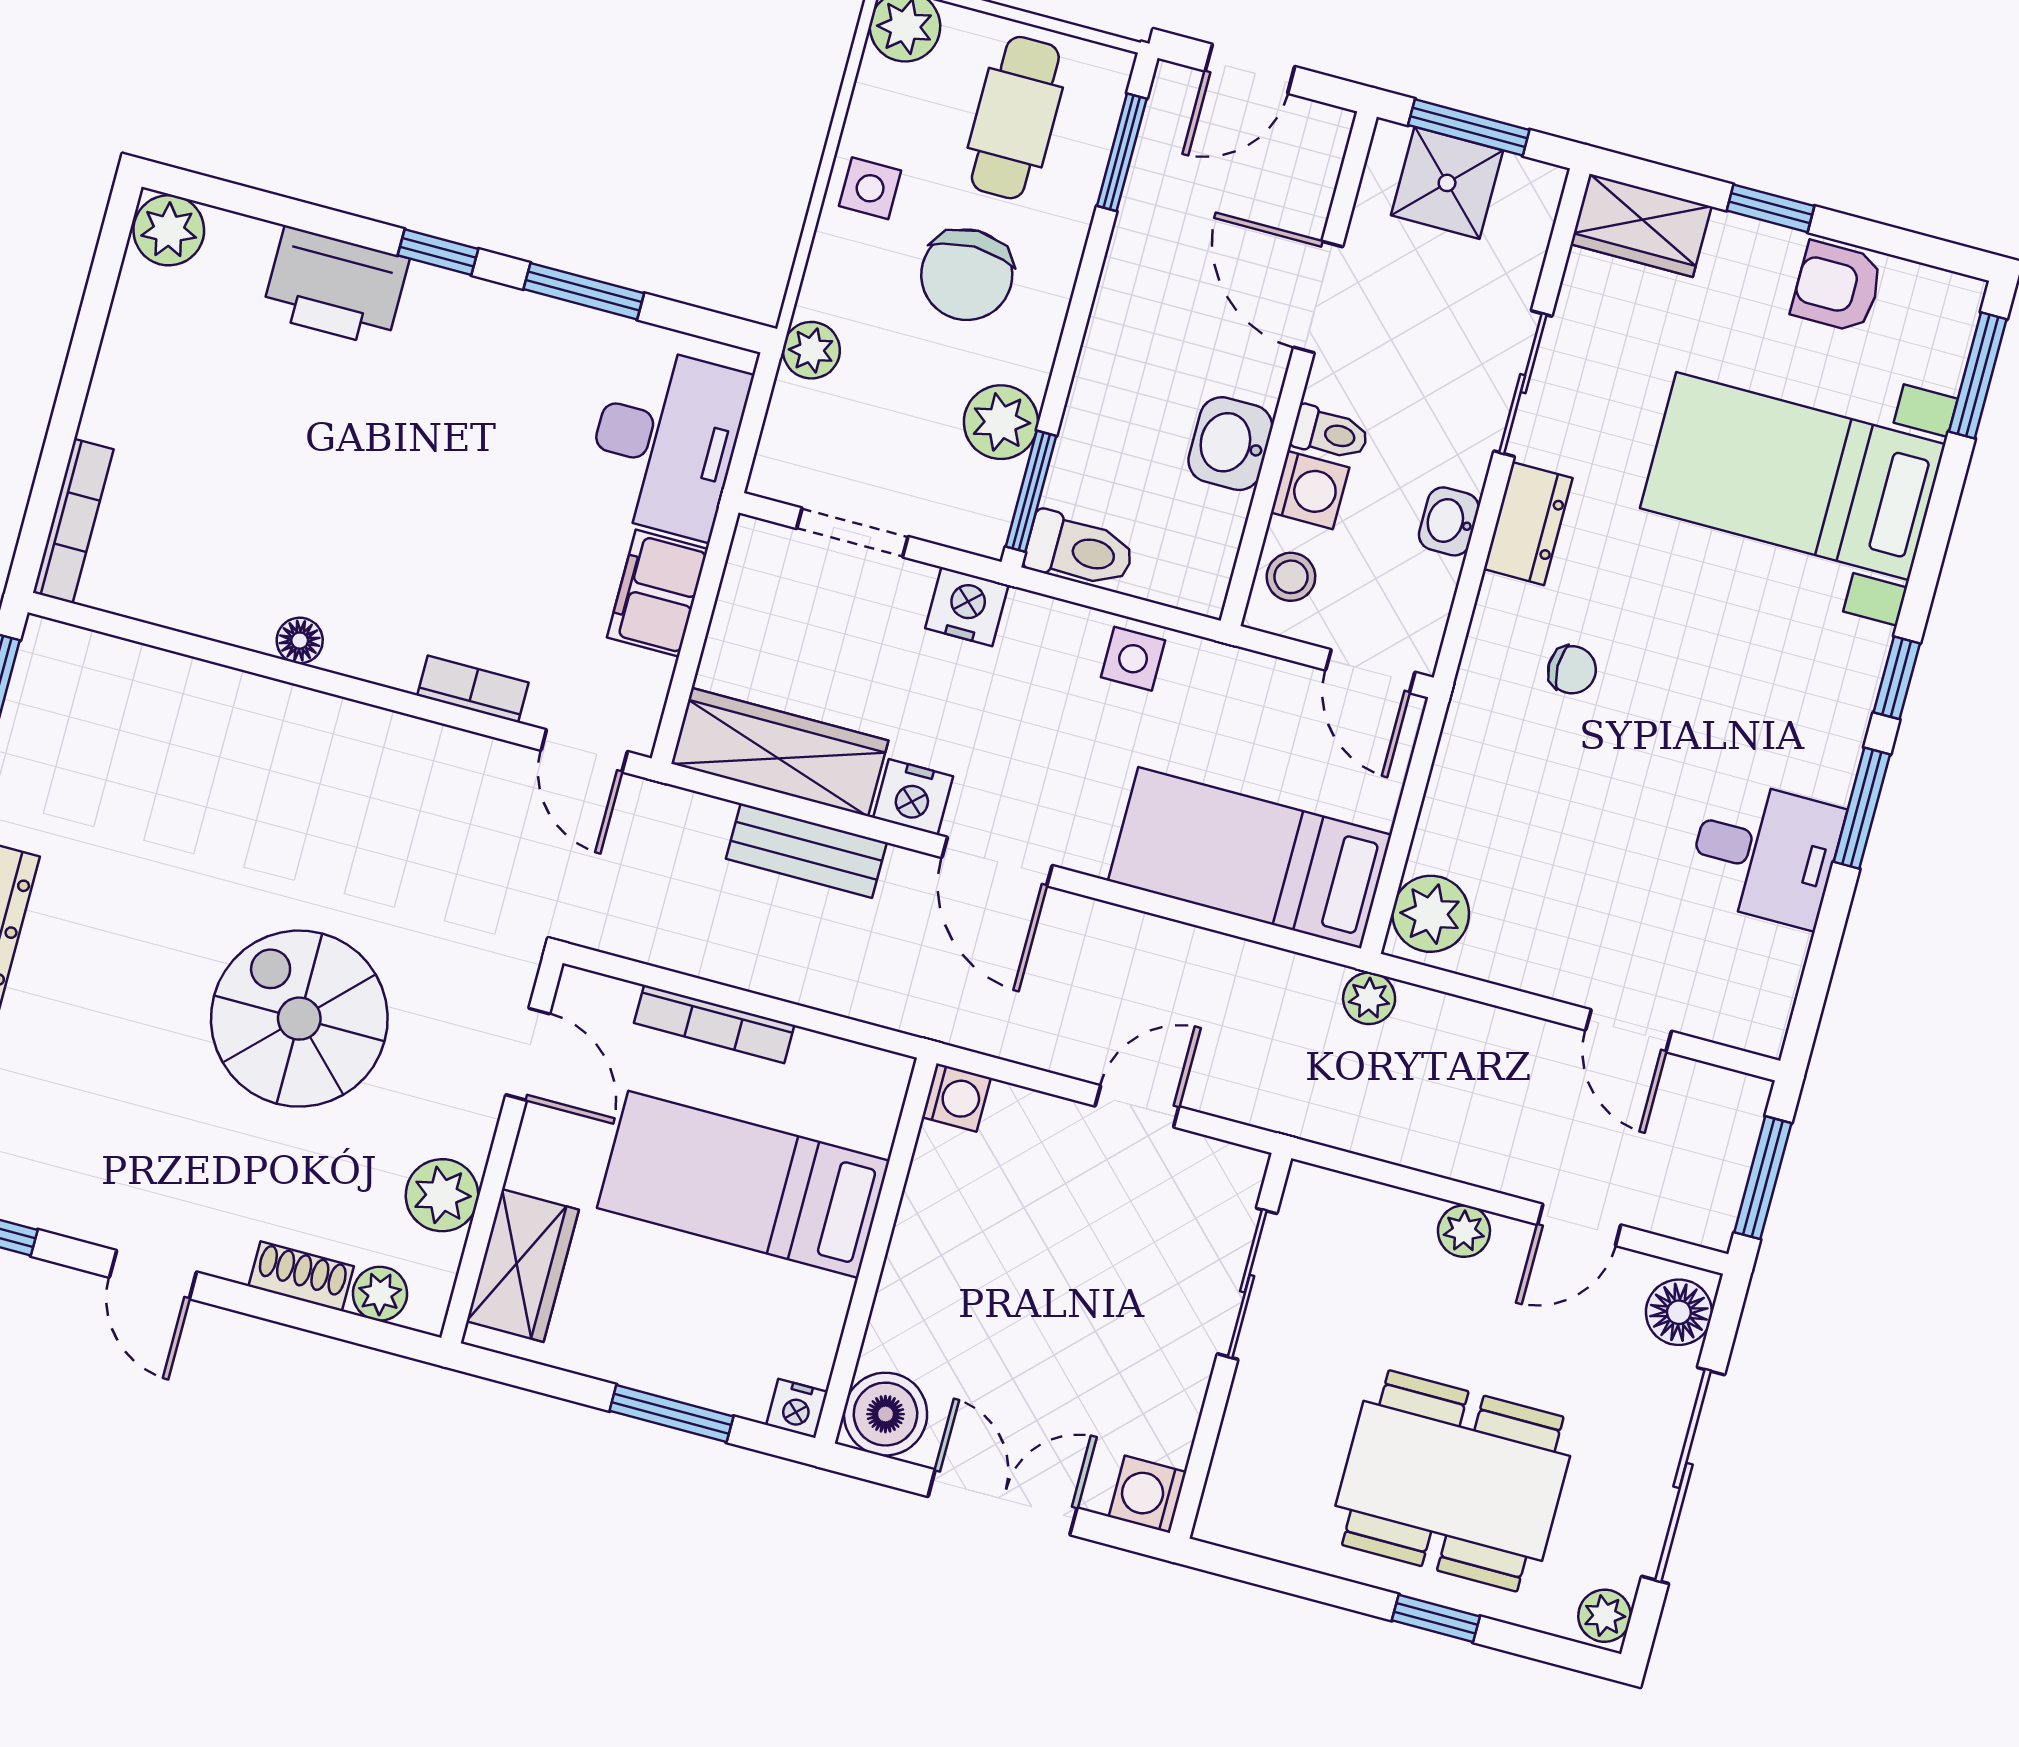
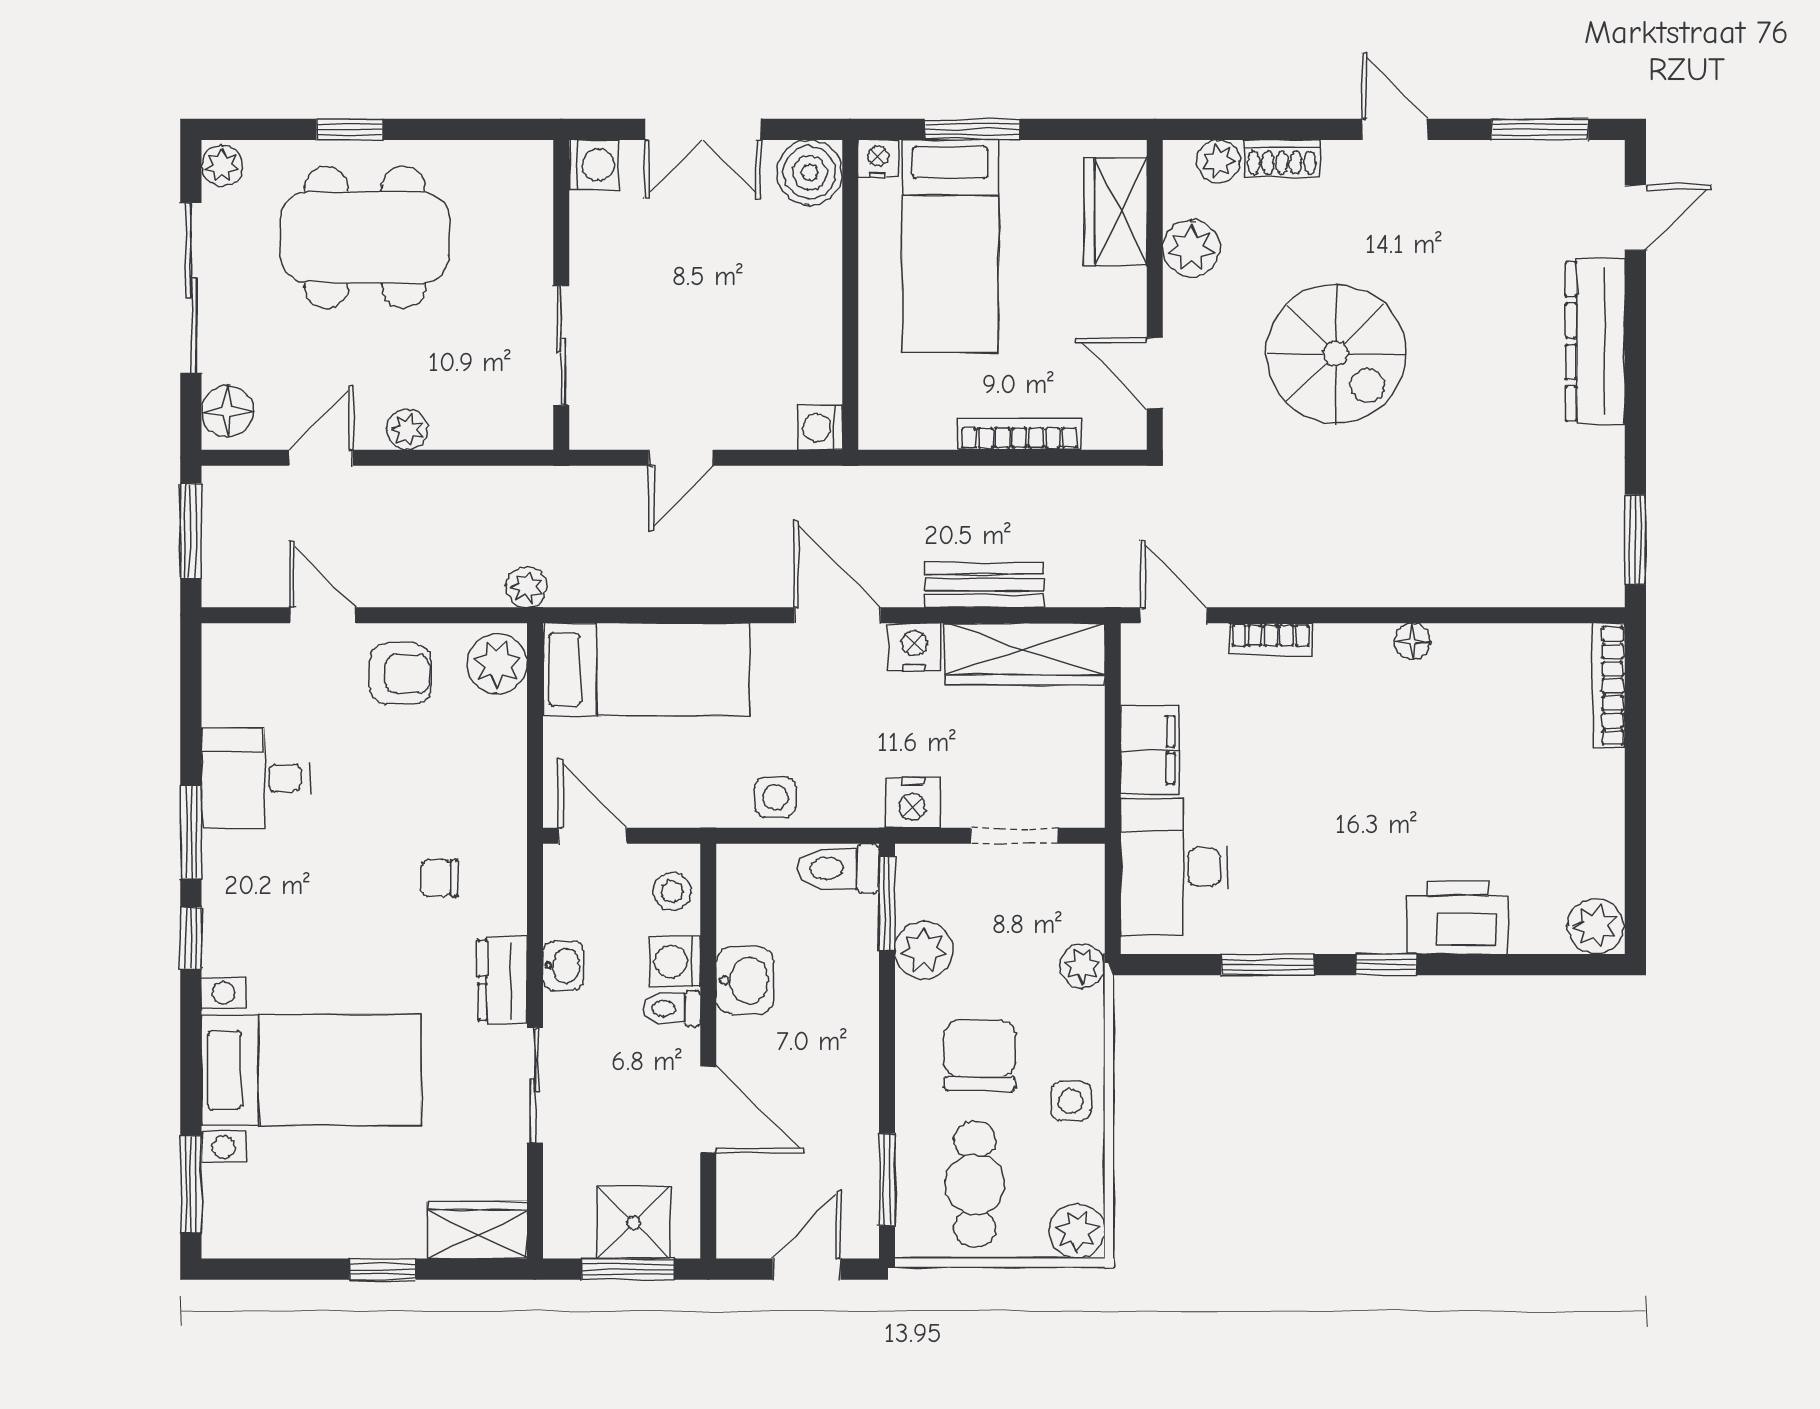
armchair: (1837, 287) -> (400, 674), moved
bed: (743, 1184) -> (950, 246), moved, turned 90

